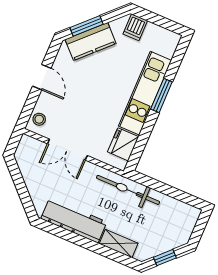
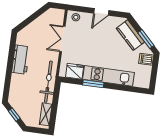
window: (87, 26) -> (146, 39), moved
window: (161, 95) -> (93, 84), moved
workbench: (74, 220) -> (21, 60), width x0.73
shelving: (119, 244) -> (46, 114), moved

